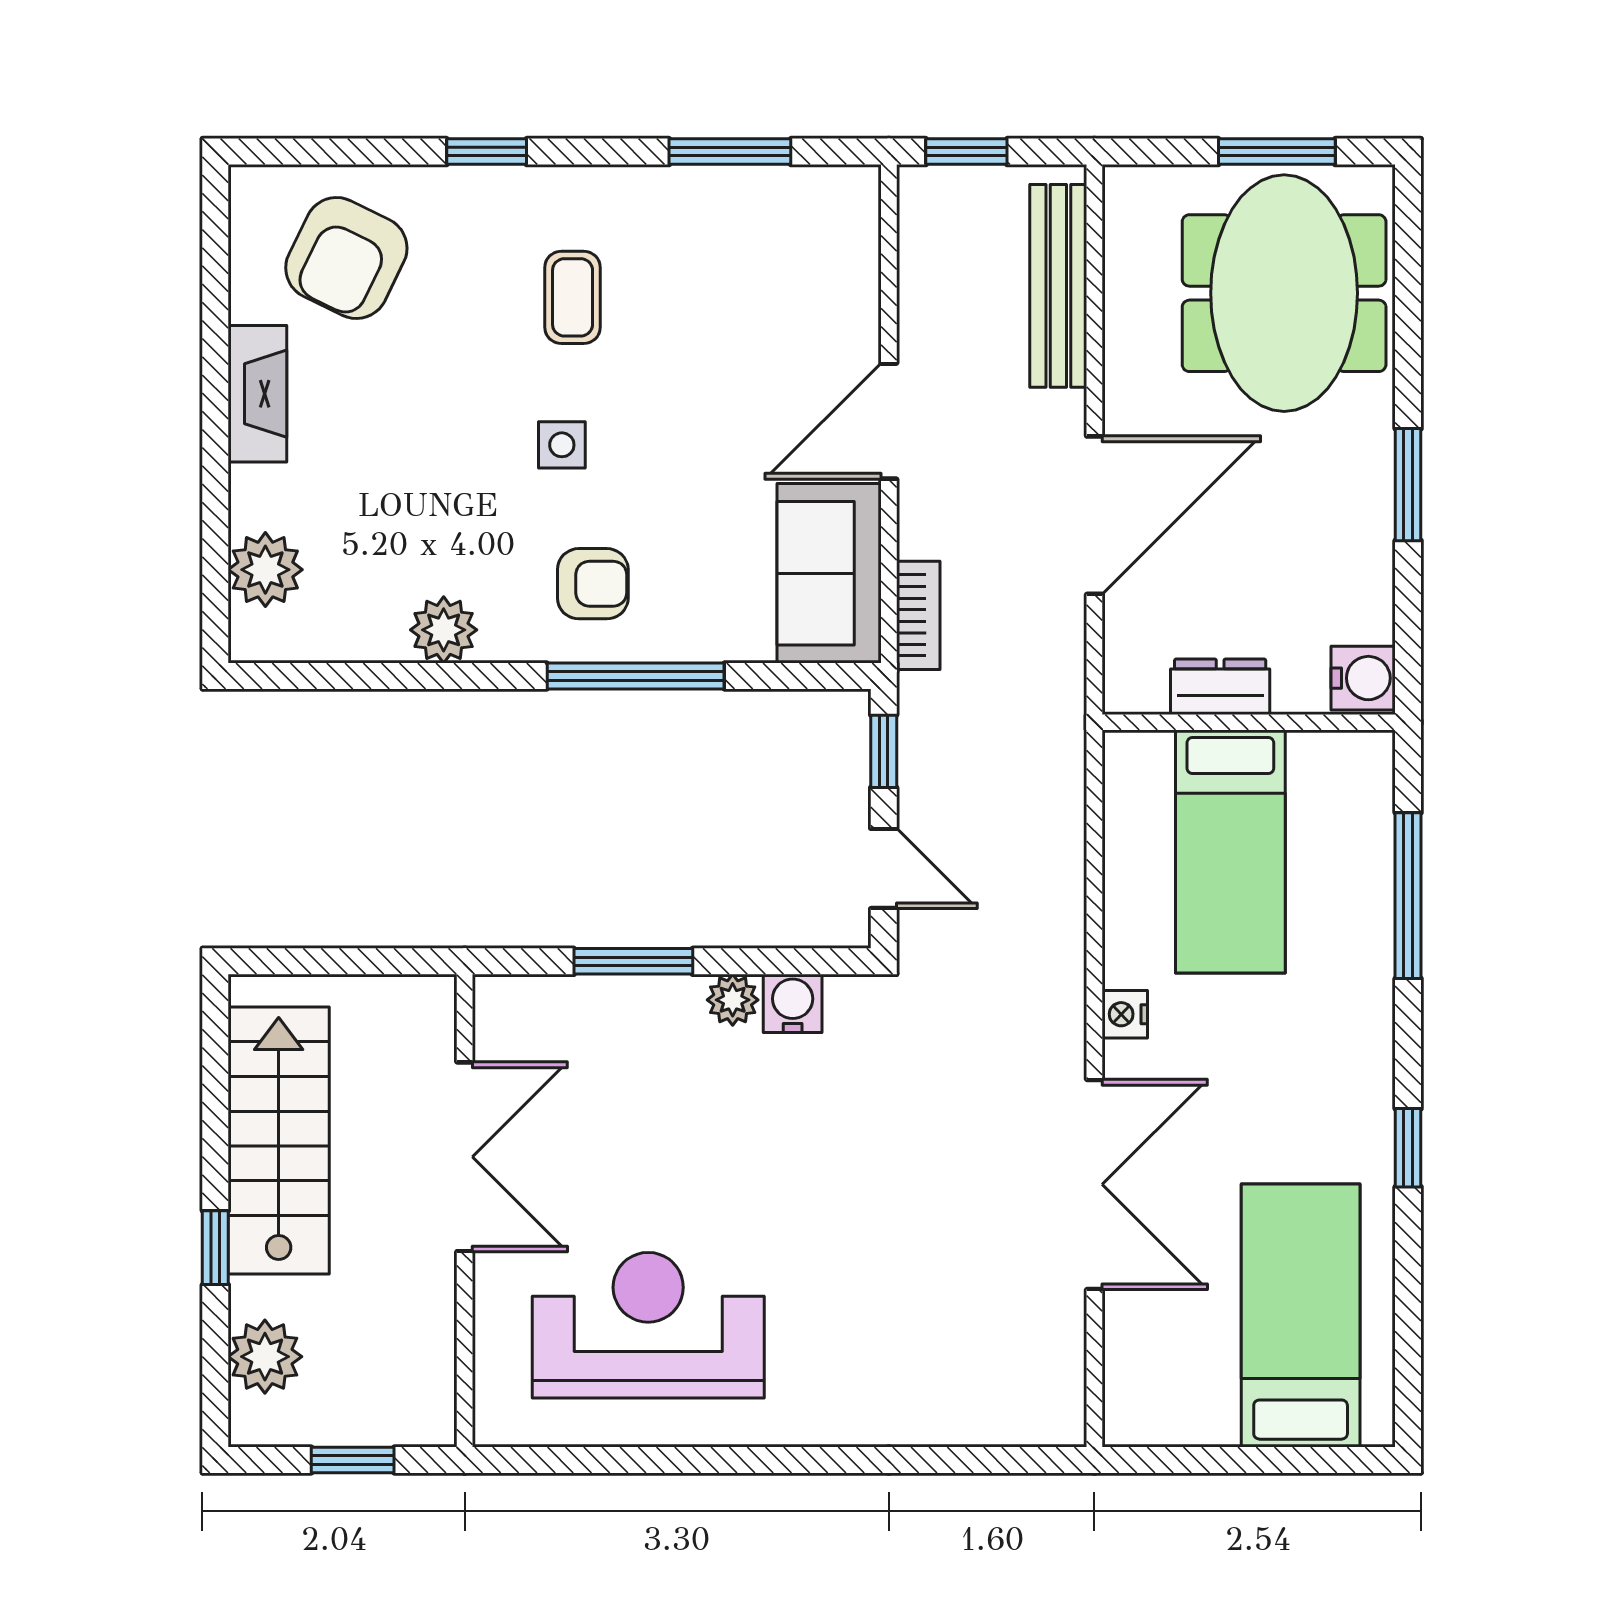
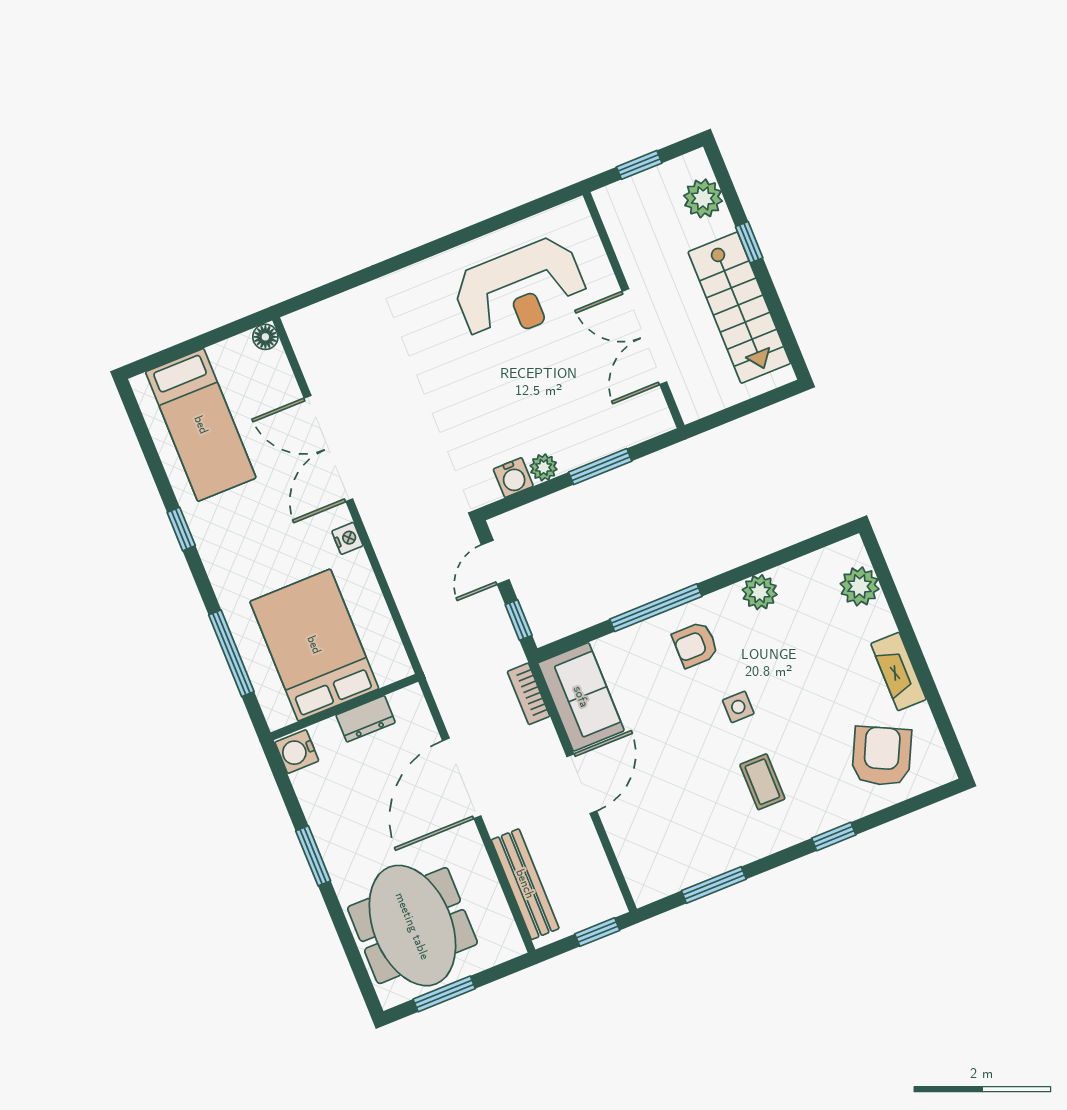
bed: (1230, 852) -> (314, 645), width x1.50
door: (884, 868) -> (495, 562), hinge flipped
floor lamp: (1126, 1423) -> (265, 337), added

